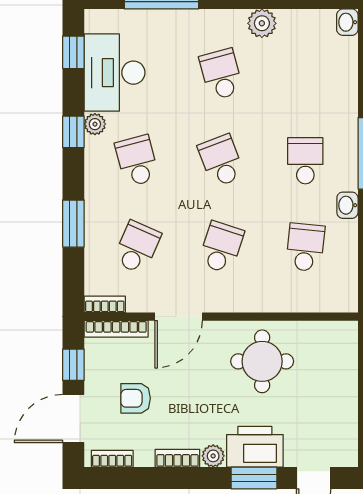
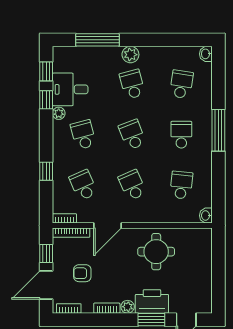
plant: (262, 23) -> (130, 55), moved
desk: (115, 73) -> (70, 89), width x0.73
school desk: (305, 74) -> (181, 84), added
window: (73, 132) -> (46, 100), moved
washbasin: (347, 205) -> (206, 216), moved
window: (73, 224) -> (46, 171), width x0.67
school desk: (137, 247) -> (83, 185), turned -48
school desk: (221, 247) -> (132, 185), turned -42

